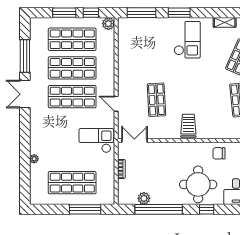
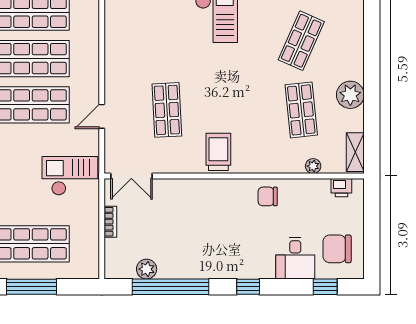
door: (116, 104) -> (102, 116), hinge flipped
double door: (134, 141) -> (131, 176), swing flipped
round table: (198, 184) -> (234, 247), removed
window: (85, 209) -> (31, 287), moved

